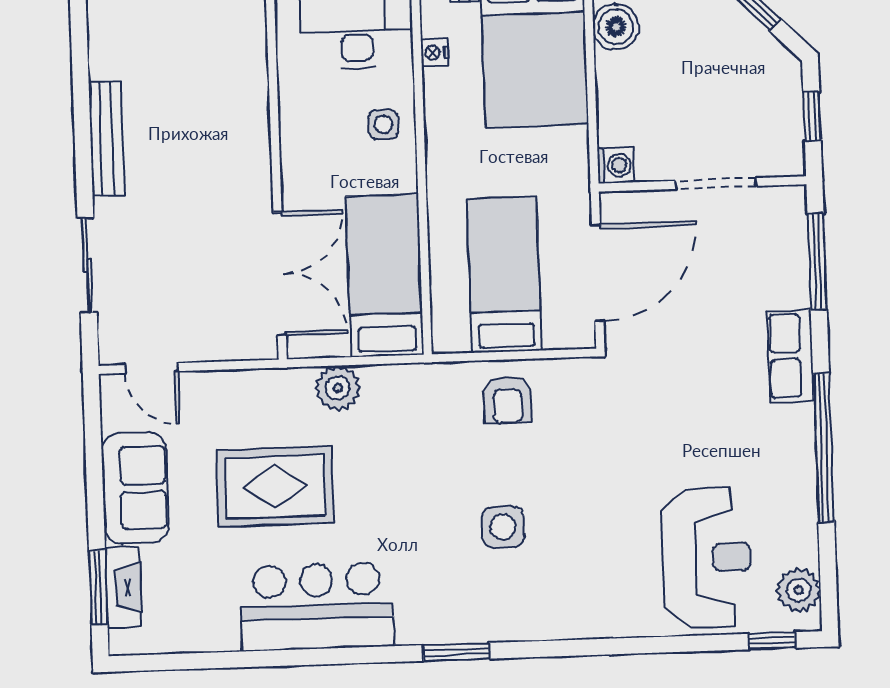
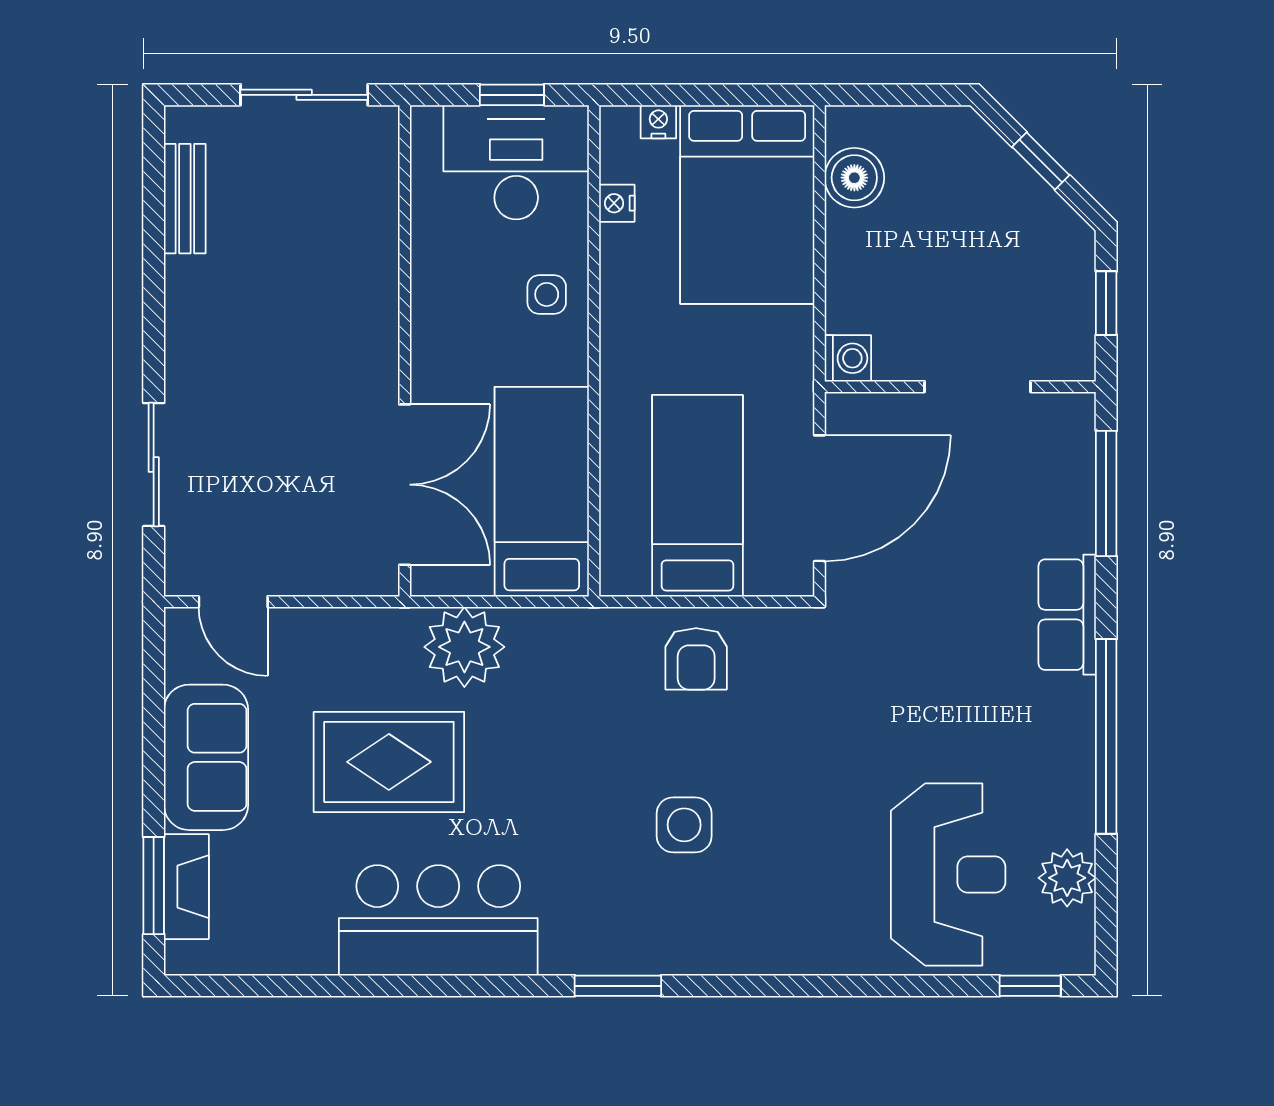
bench: (106, 138) -> (185, 199), moved, width x0.73
plant: (338, 388) -> (464, 647), width x1.36, depth x1.36
plant: (799, 590) -> (1067, 878), moved

